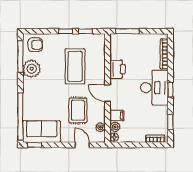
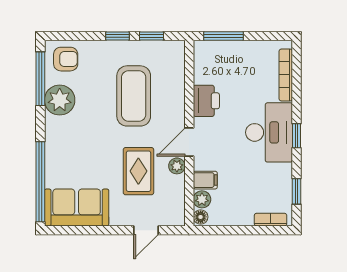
door: (108, 93) -> (189, 142), hinge flipped
plant: (100, 127) -> (177, 166), moved
window: (34, 145) -> (64, 230), removed
door: (82, 145) -> (146, 230), swing flipped

